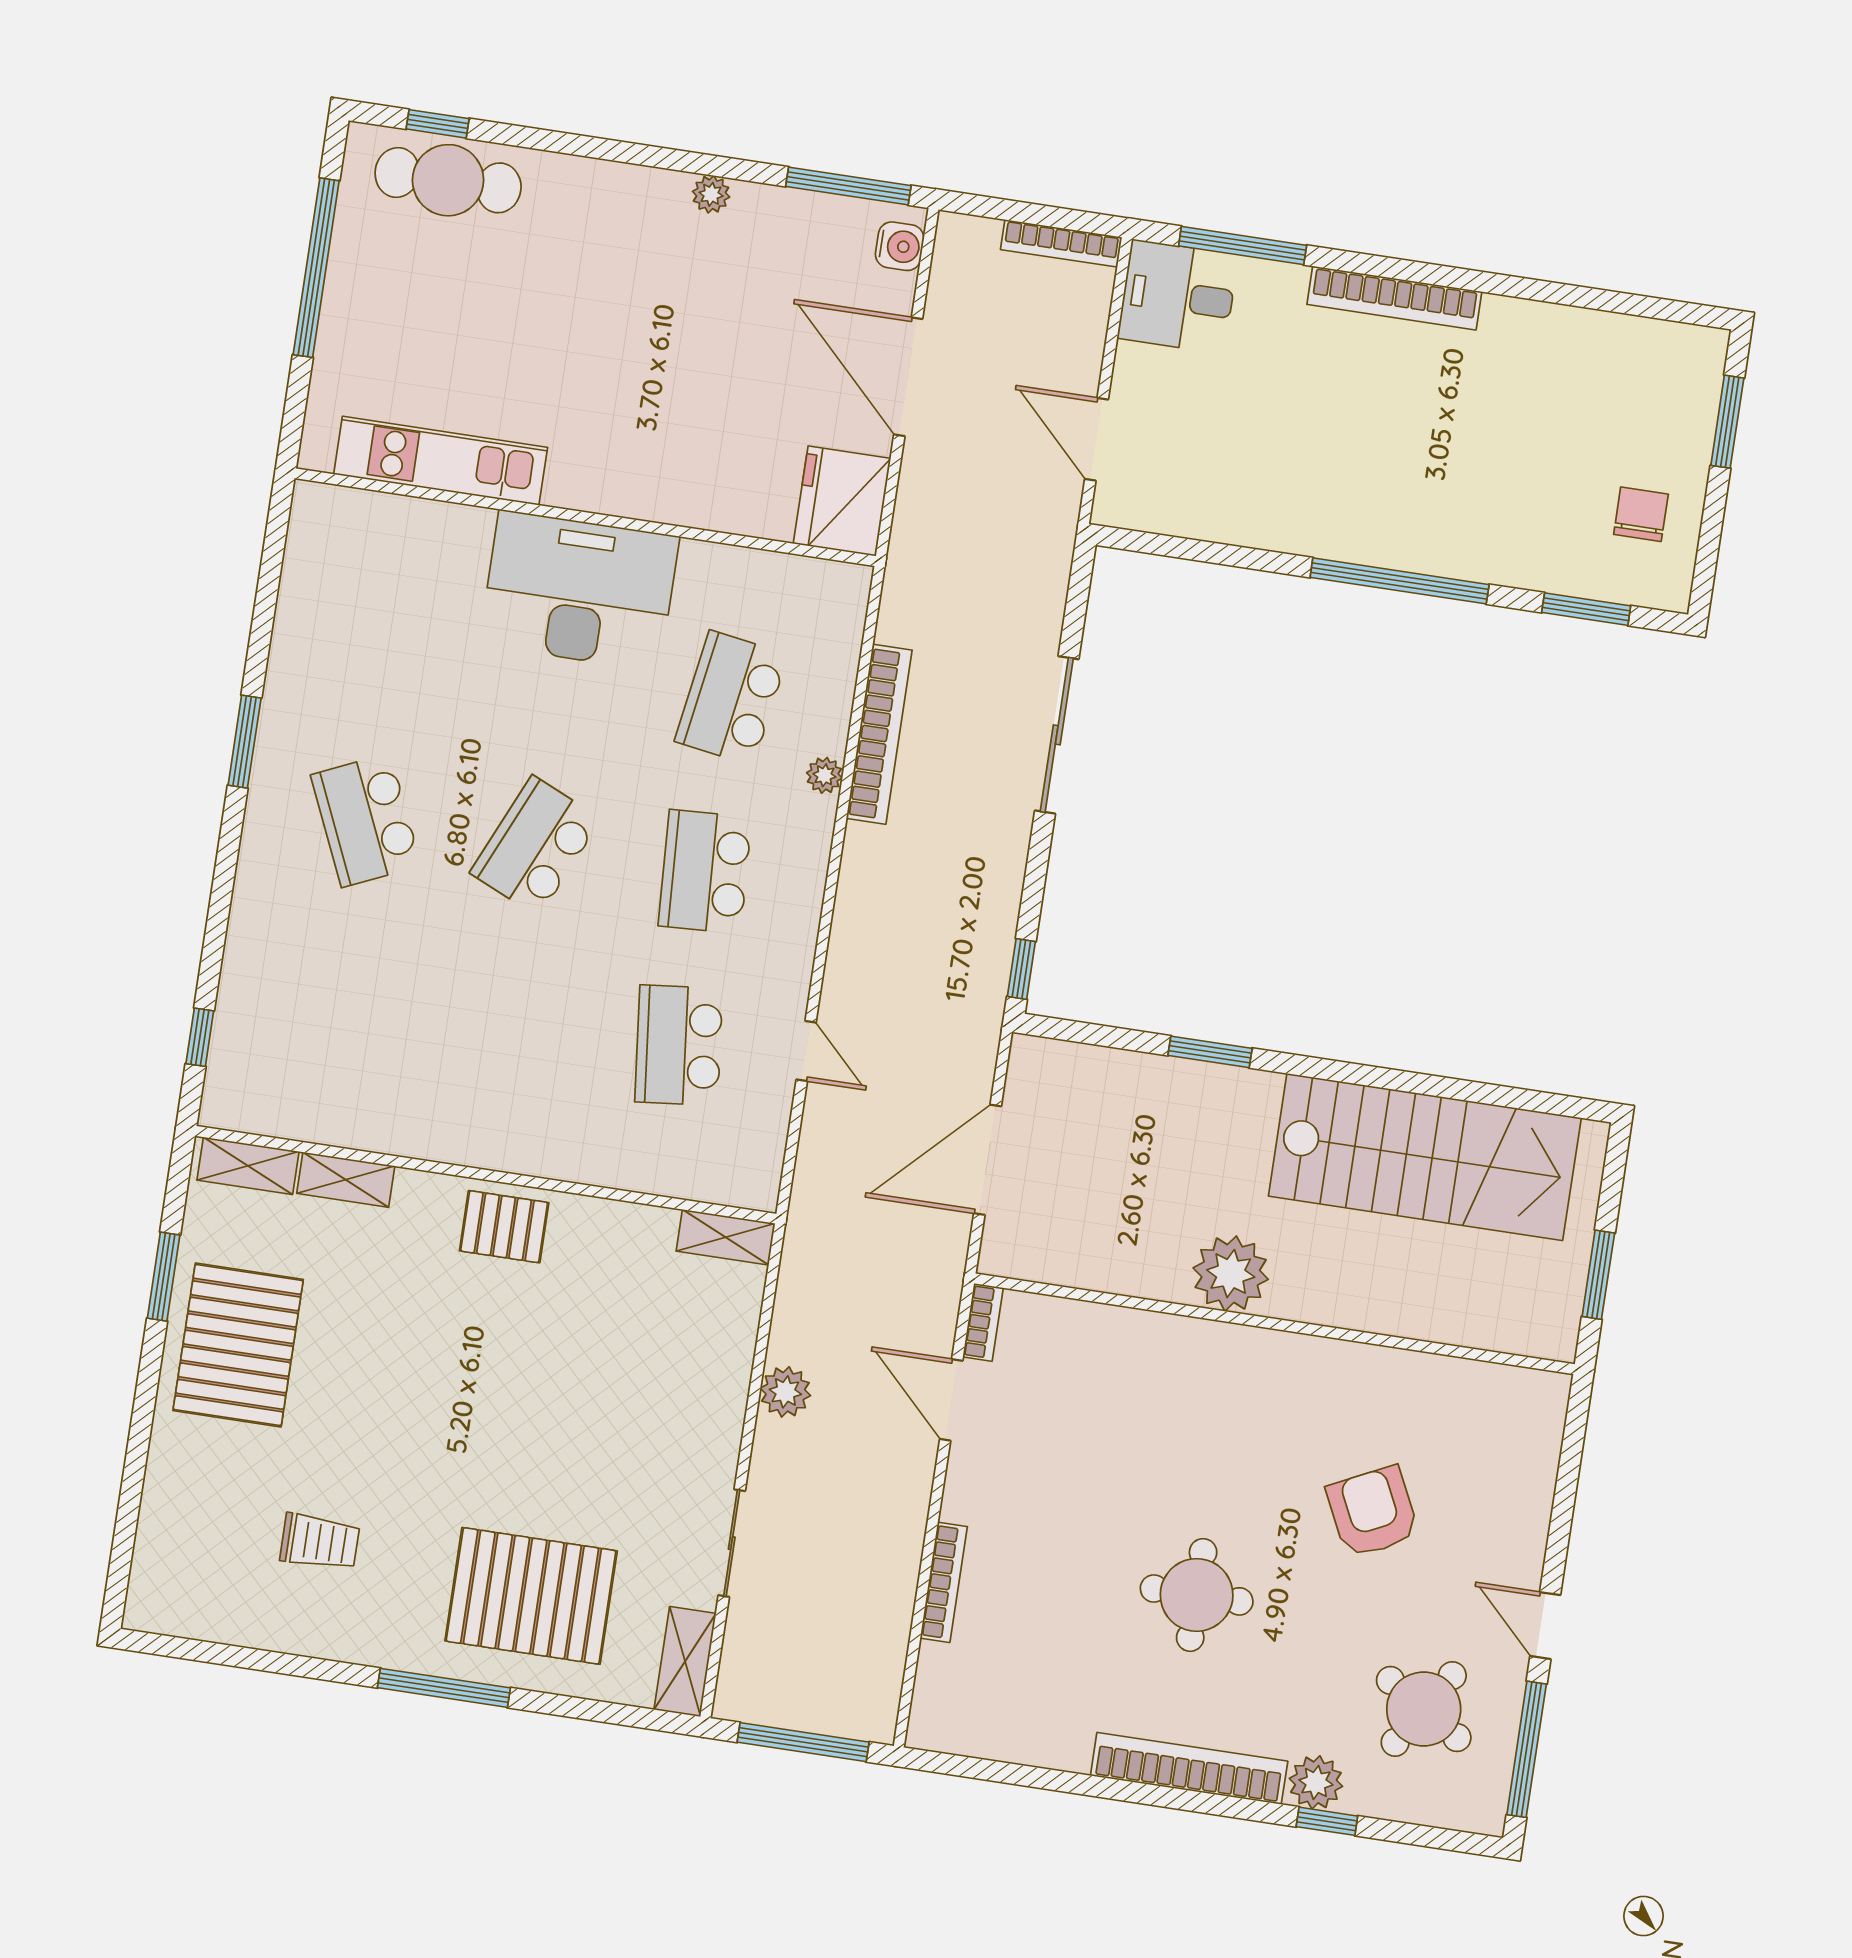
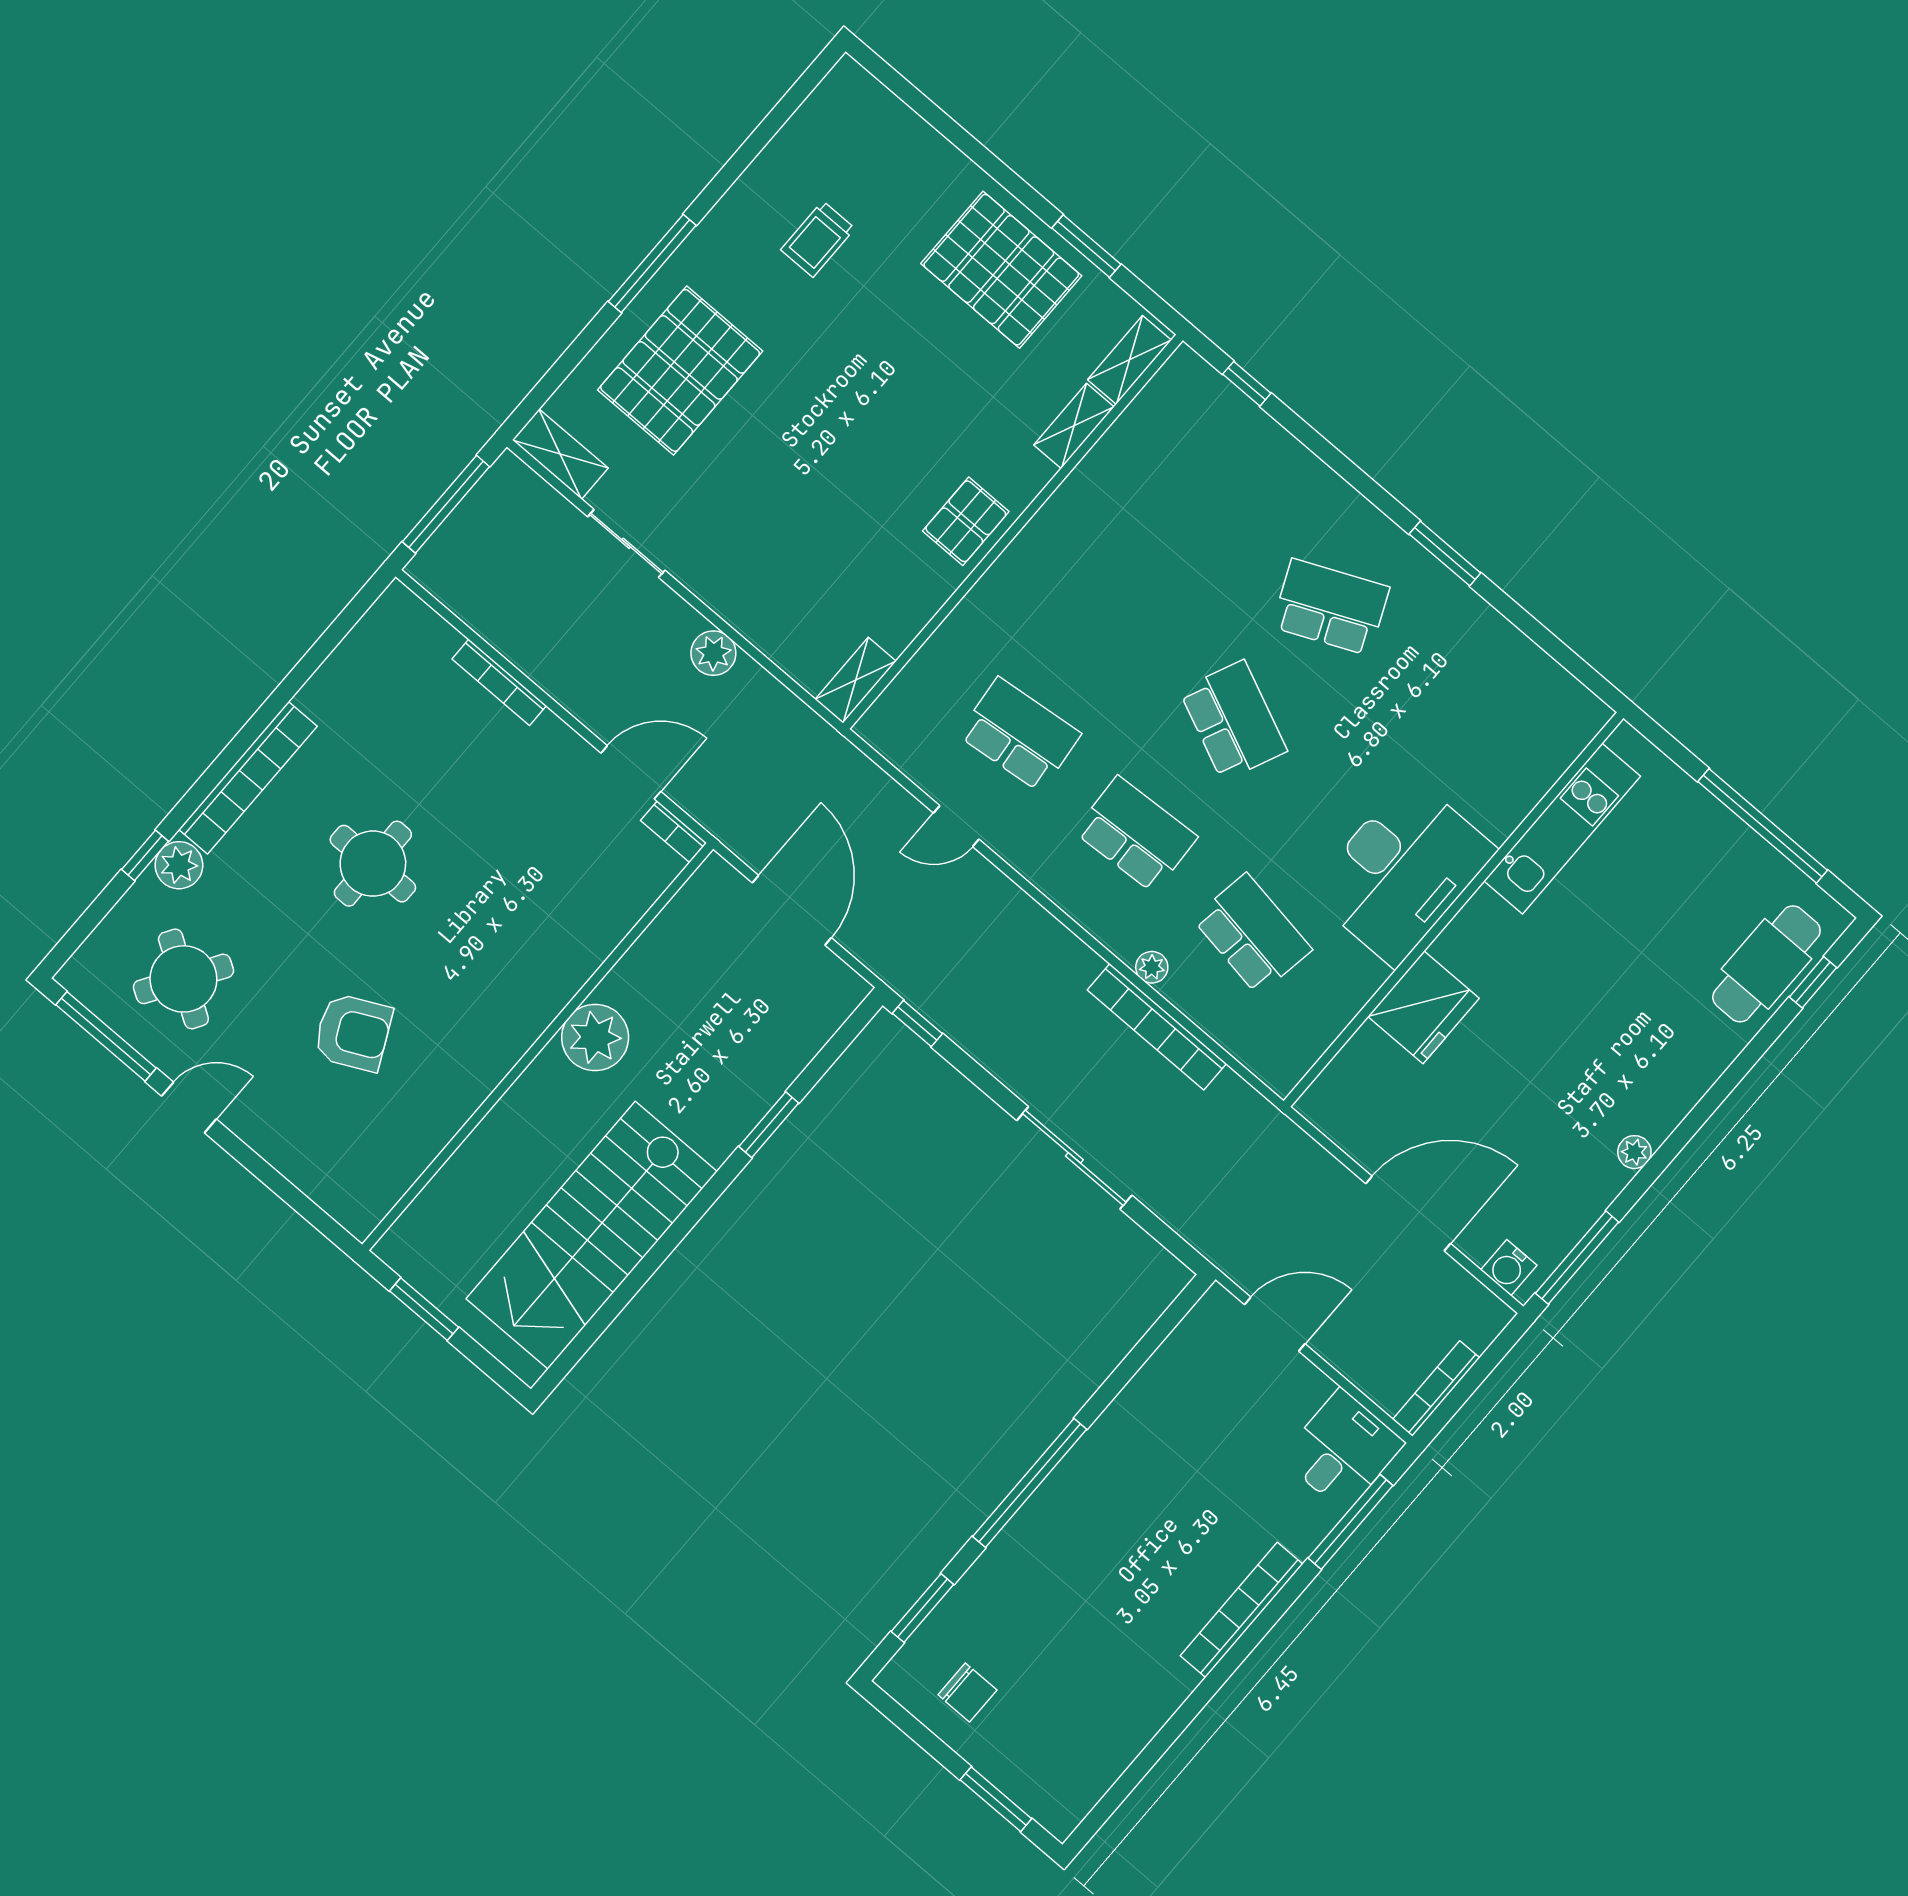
fridge: (842, 501) -> (1424, 1007), moved, turned 90

